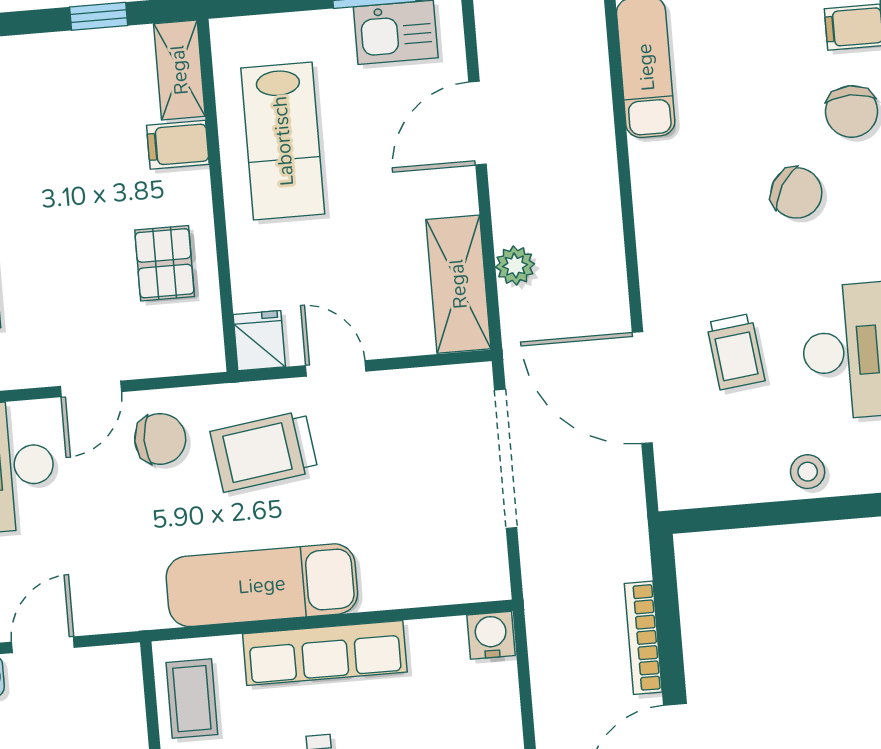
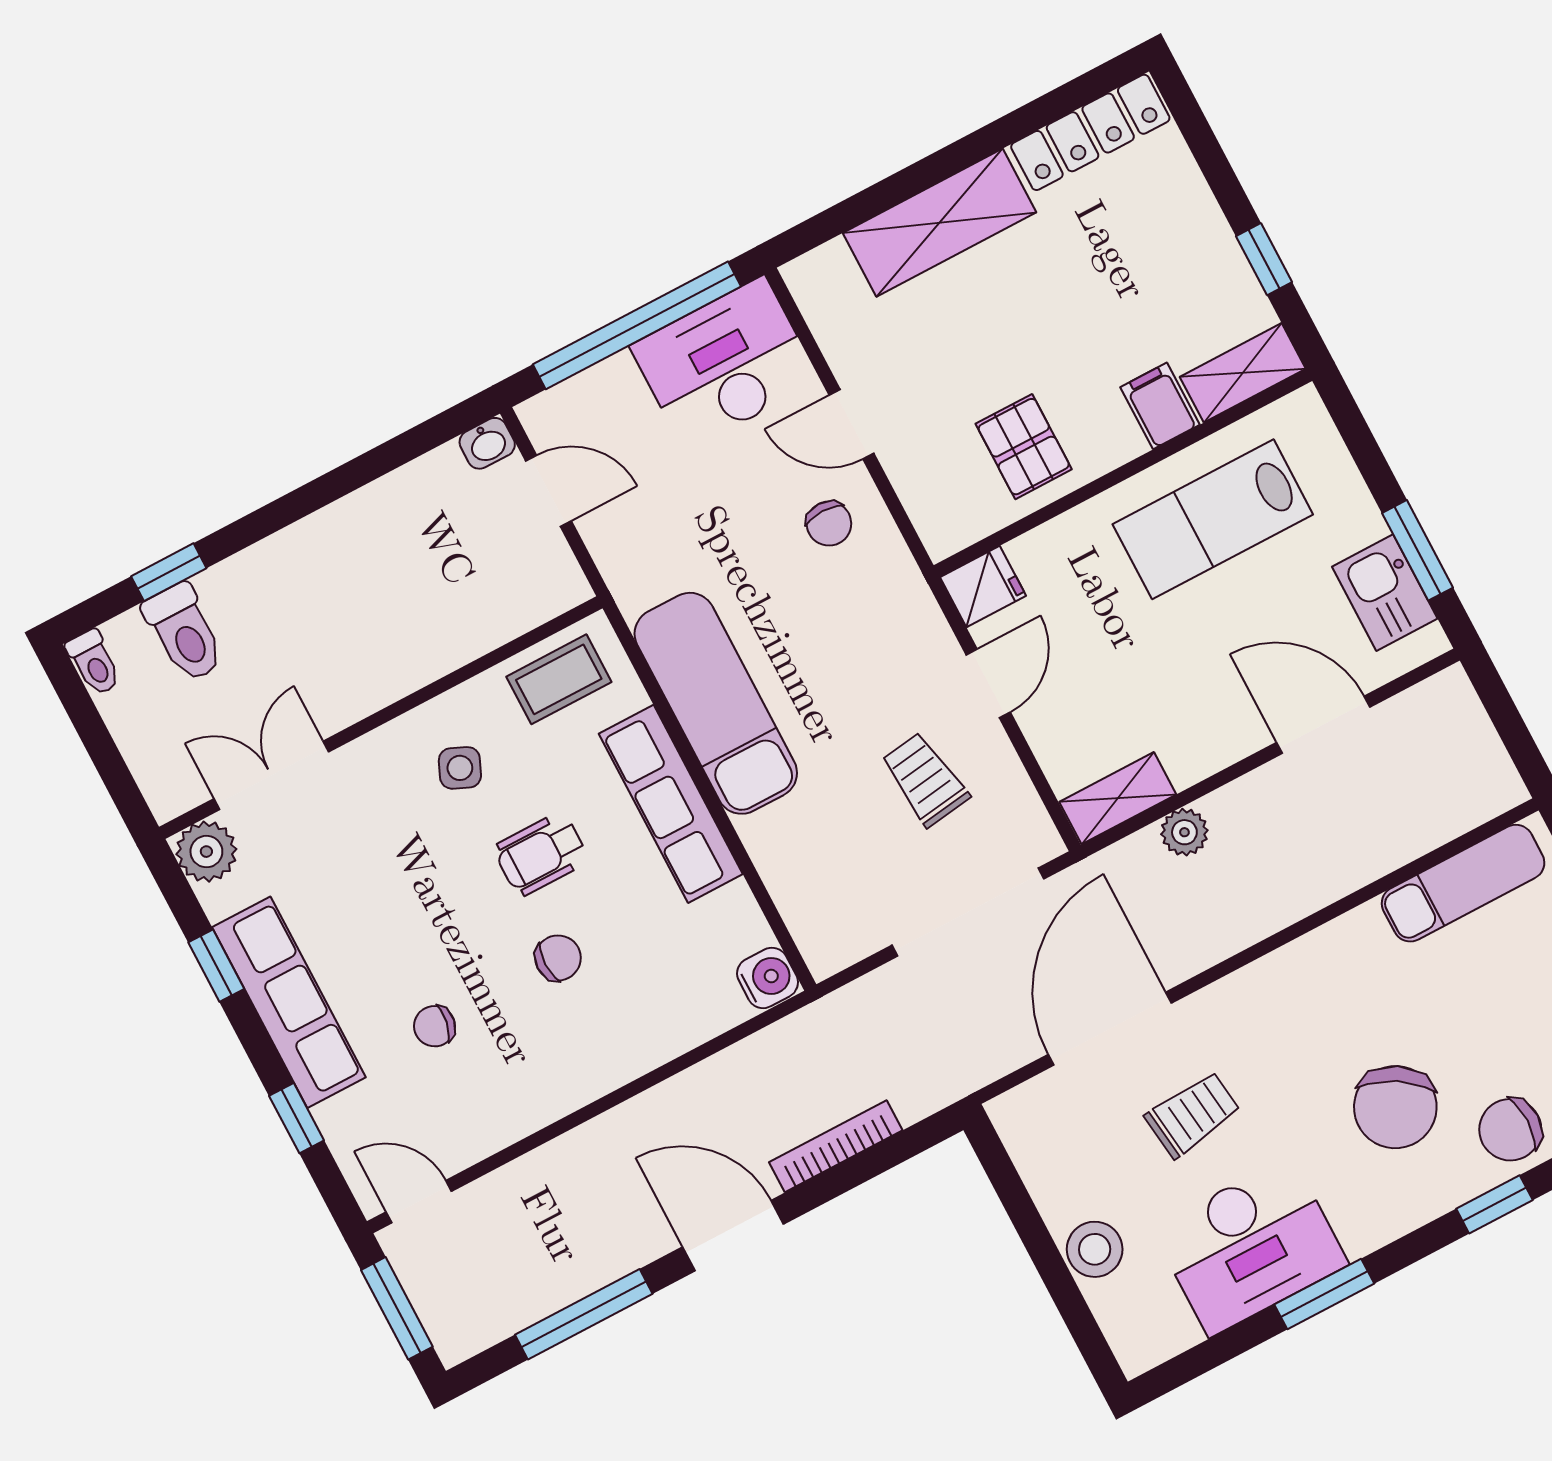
chair: (796, 193) -> (1395, 1107), width x1.37, depth x1.37
pallet: (165, 263) -> (1024, 447), turned 90
shelving: (458, 284) -> (1118, 798), width x0.67, depth x0.75
trolley: (736, 352) -> (1193, 1114), turned 180
chair: (160, 439) -> (829, 524), width x0.73, depth x0.73
trolley: (264, 451) -> (925, 779), moved, width x0.73, depth x0.72
stool: (808, 472) -> (1095, 1249), width x1.37, depth x1.37

